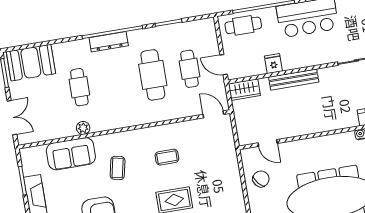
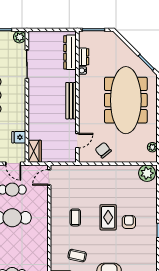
fridge: (273, 64) -> (19, 137), moved
door: (224, 65) -> (13, 164), hinge flipped
bench: (294, 80) -> (71, 101), moved

